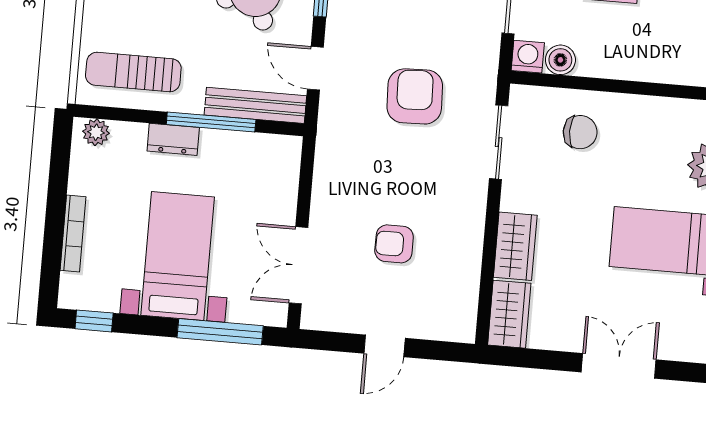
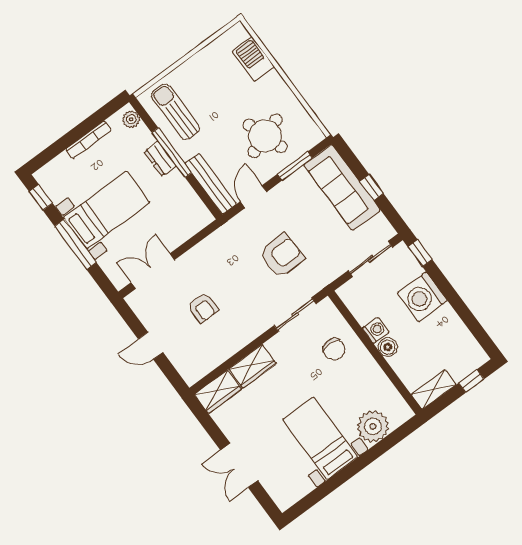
washing machine: (528, 57) -> (376, 330), moved
boiler: (560, 60) -> (388, 347), moved
window: (211, 122) -> (172, 153), moved
bookcase: (73, 234) -> (89, 140), moved
armchair: (394, 244) -> (203, 308), turned 180
window: (220, 332) -> (76, 244), moved
double door: (619, 366) -> (239, 465), swing flipped

